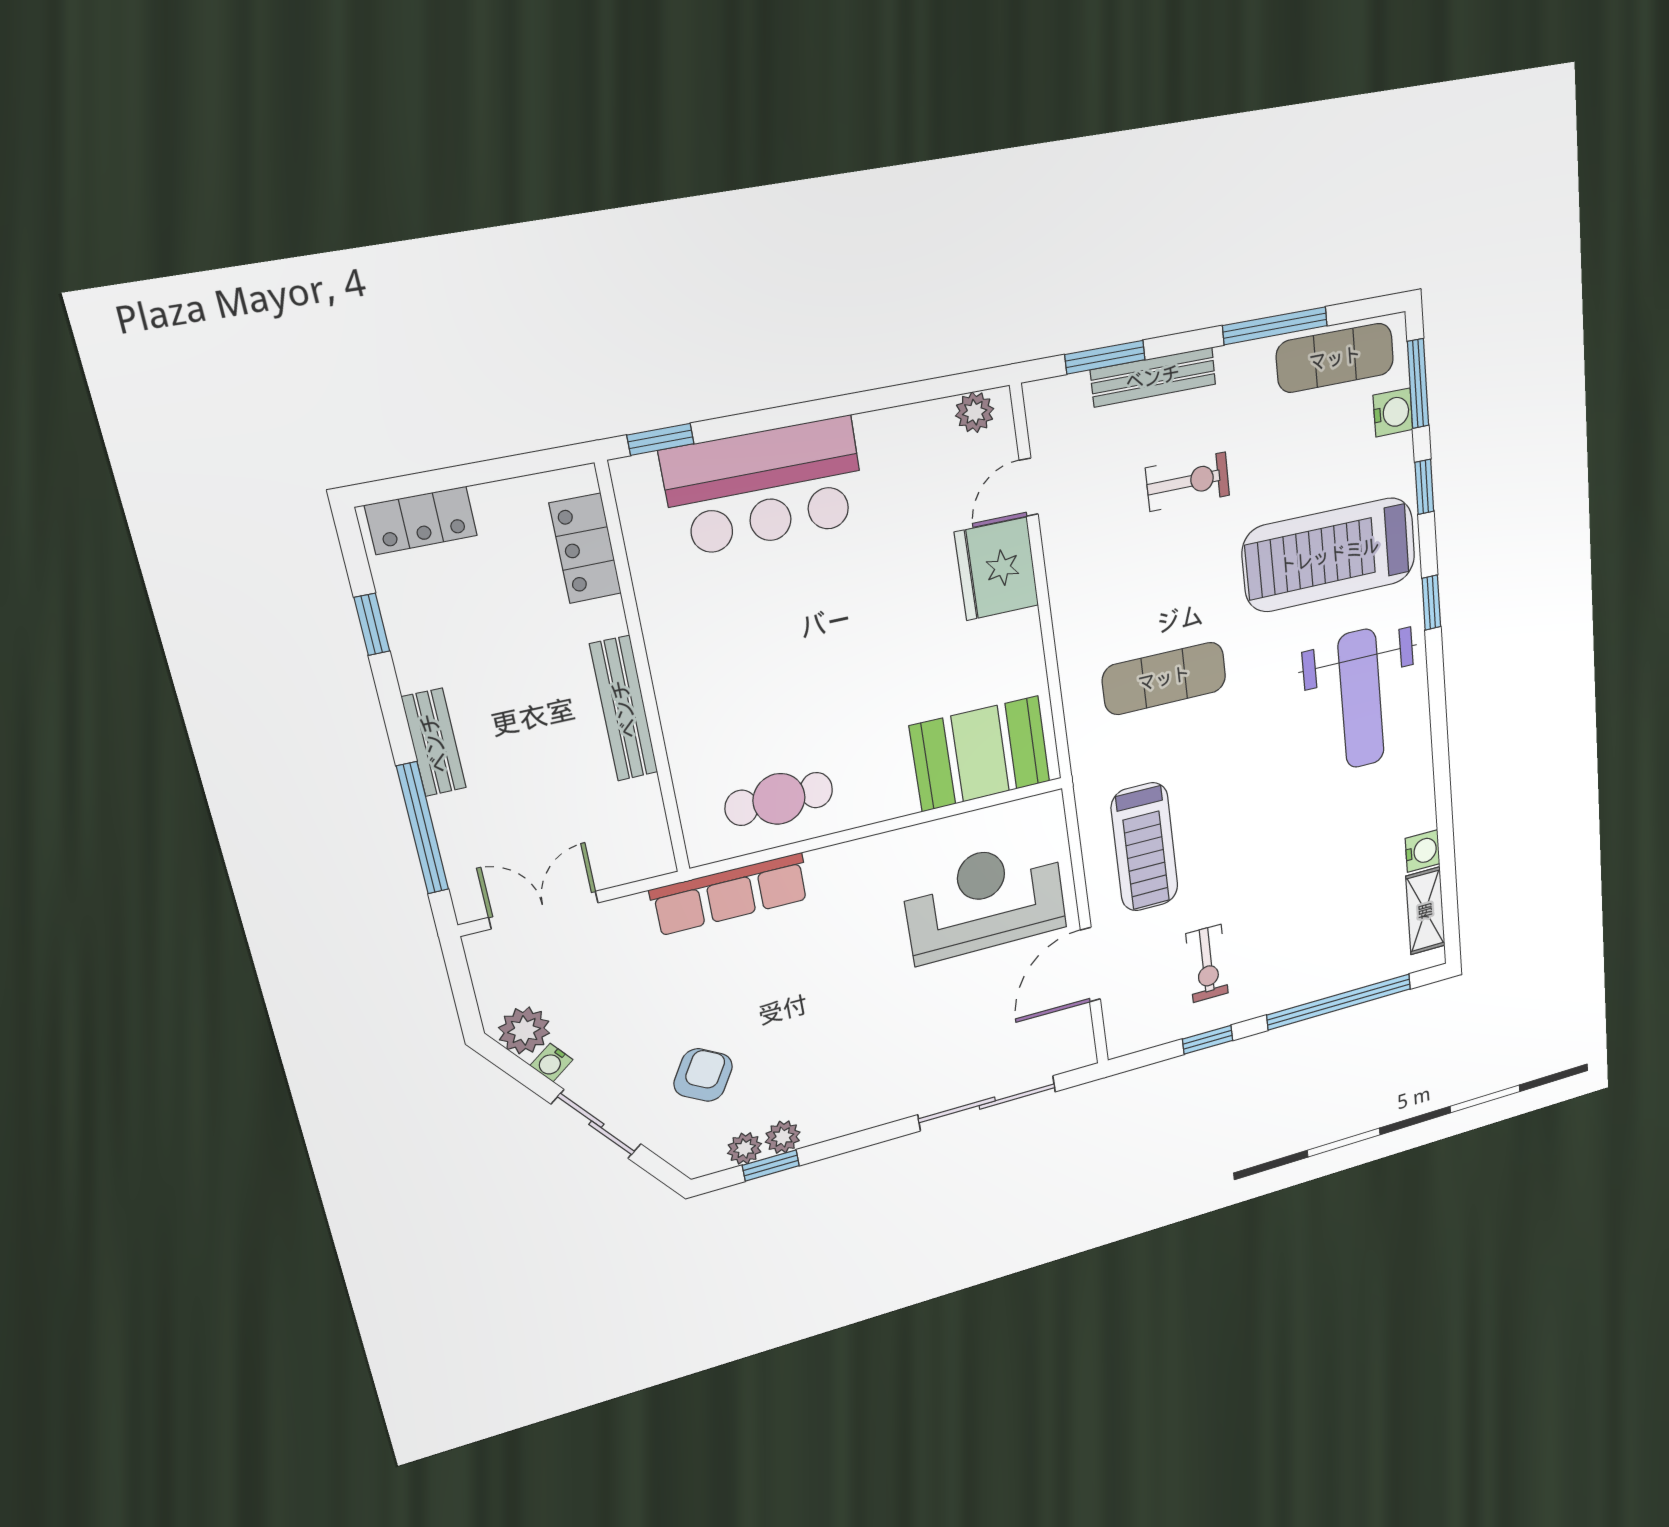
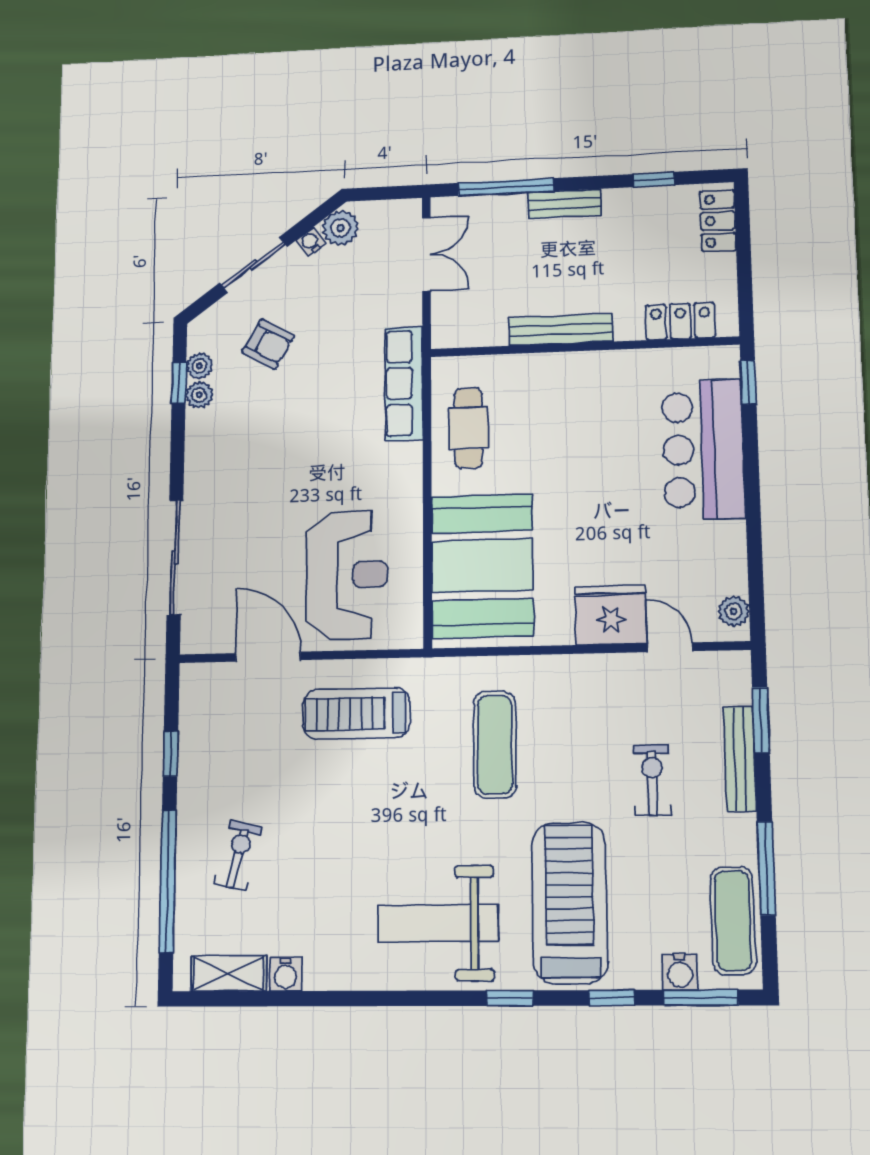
exercise bike: (1188, 482) -> (652, 780), turned 180
booth: (980, 754) -> (482, 566), width x1.36, depth x1.42
exercise bike: (1207, 963) -> (238, 855), moved, turned 104

